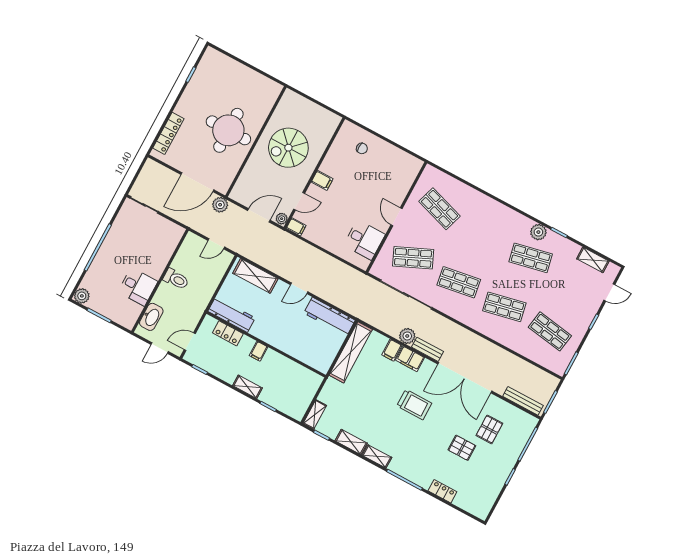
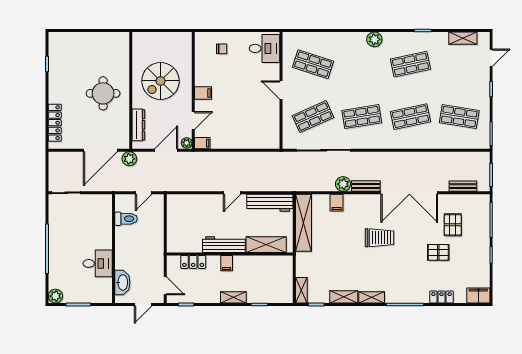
round table: (228, 130) -> (103, 93), width x0.73, depth x0.73
dresser: (246, 178) -> (138, 125), added
plant: (538, 232) -> (374, 39), moved
desk: (364, 240) -> (265, 48), moved
shelving: (255, 276) -> (266, 245), moved
toilet: (176, 279) -> (126, 219), moved
workbench: (232, 315) -> (224, 245), moved
door: (190, 342) -> (165, 286), swing flipped
filing cabinet: (410, 359) -> (478, 296), moved, turned 180
bench: (523, 401) -> (463, 186), width x0.73

